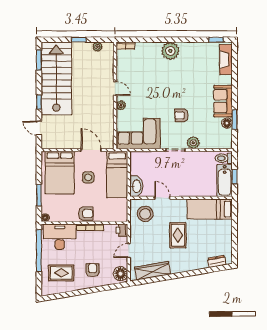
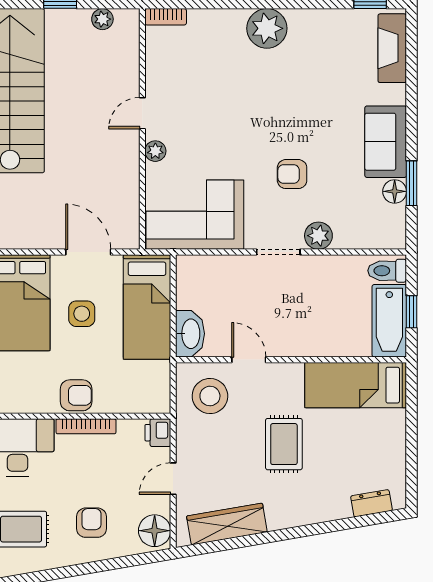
door: (115, 88) -> (142, 113), swing flipped

